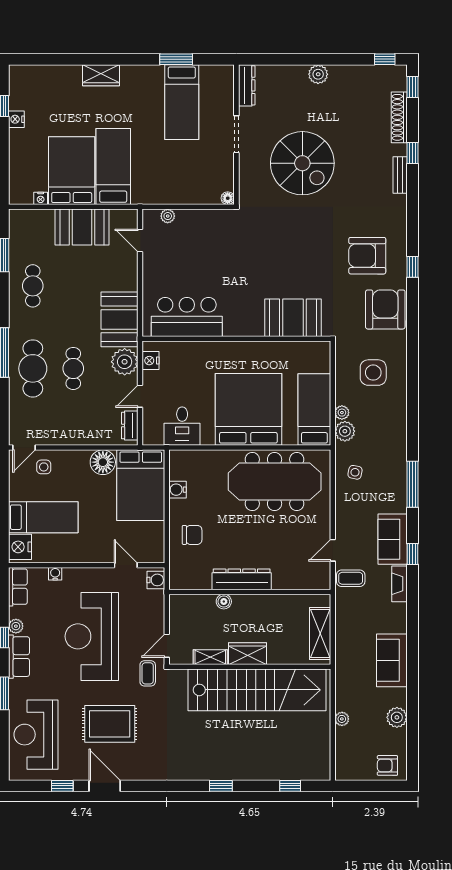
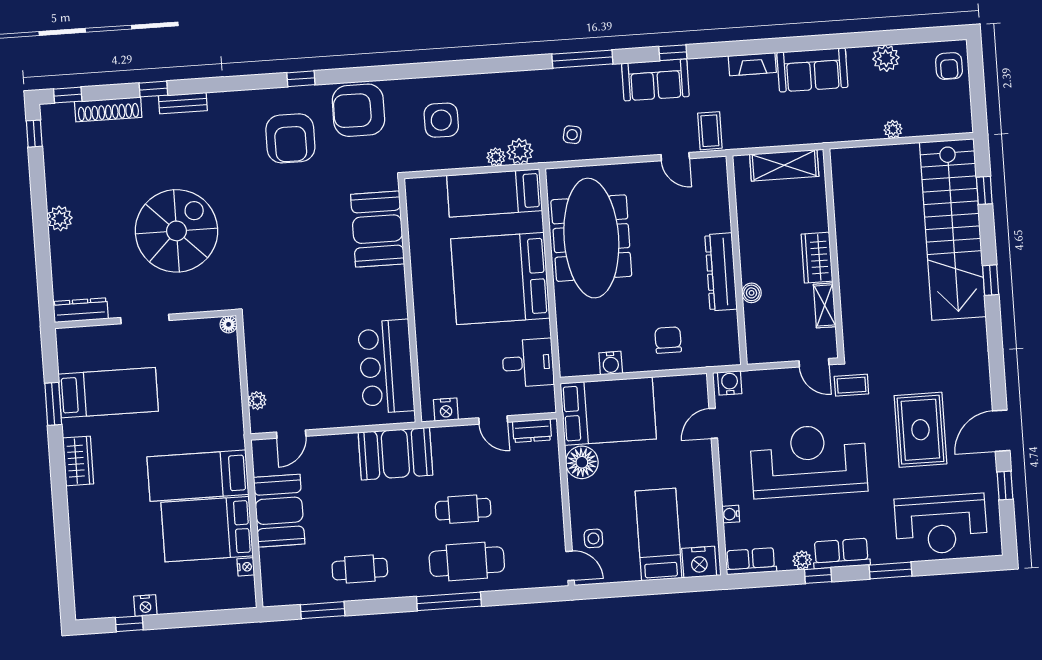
wardrobe: (101, 75) -> (78, 461), moved
plant: (125, 362) -> (450, 443), removed
fireplace: (399, 584) -> (752, 64), moved
reception desk: (92, 636) -> (809, 461), turned 180
stairs: (257, 690) -> (953, 229), moved, turned 180

